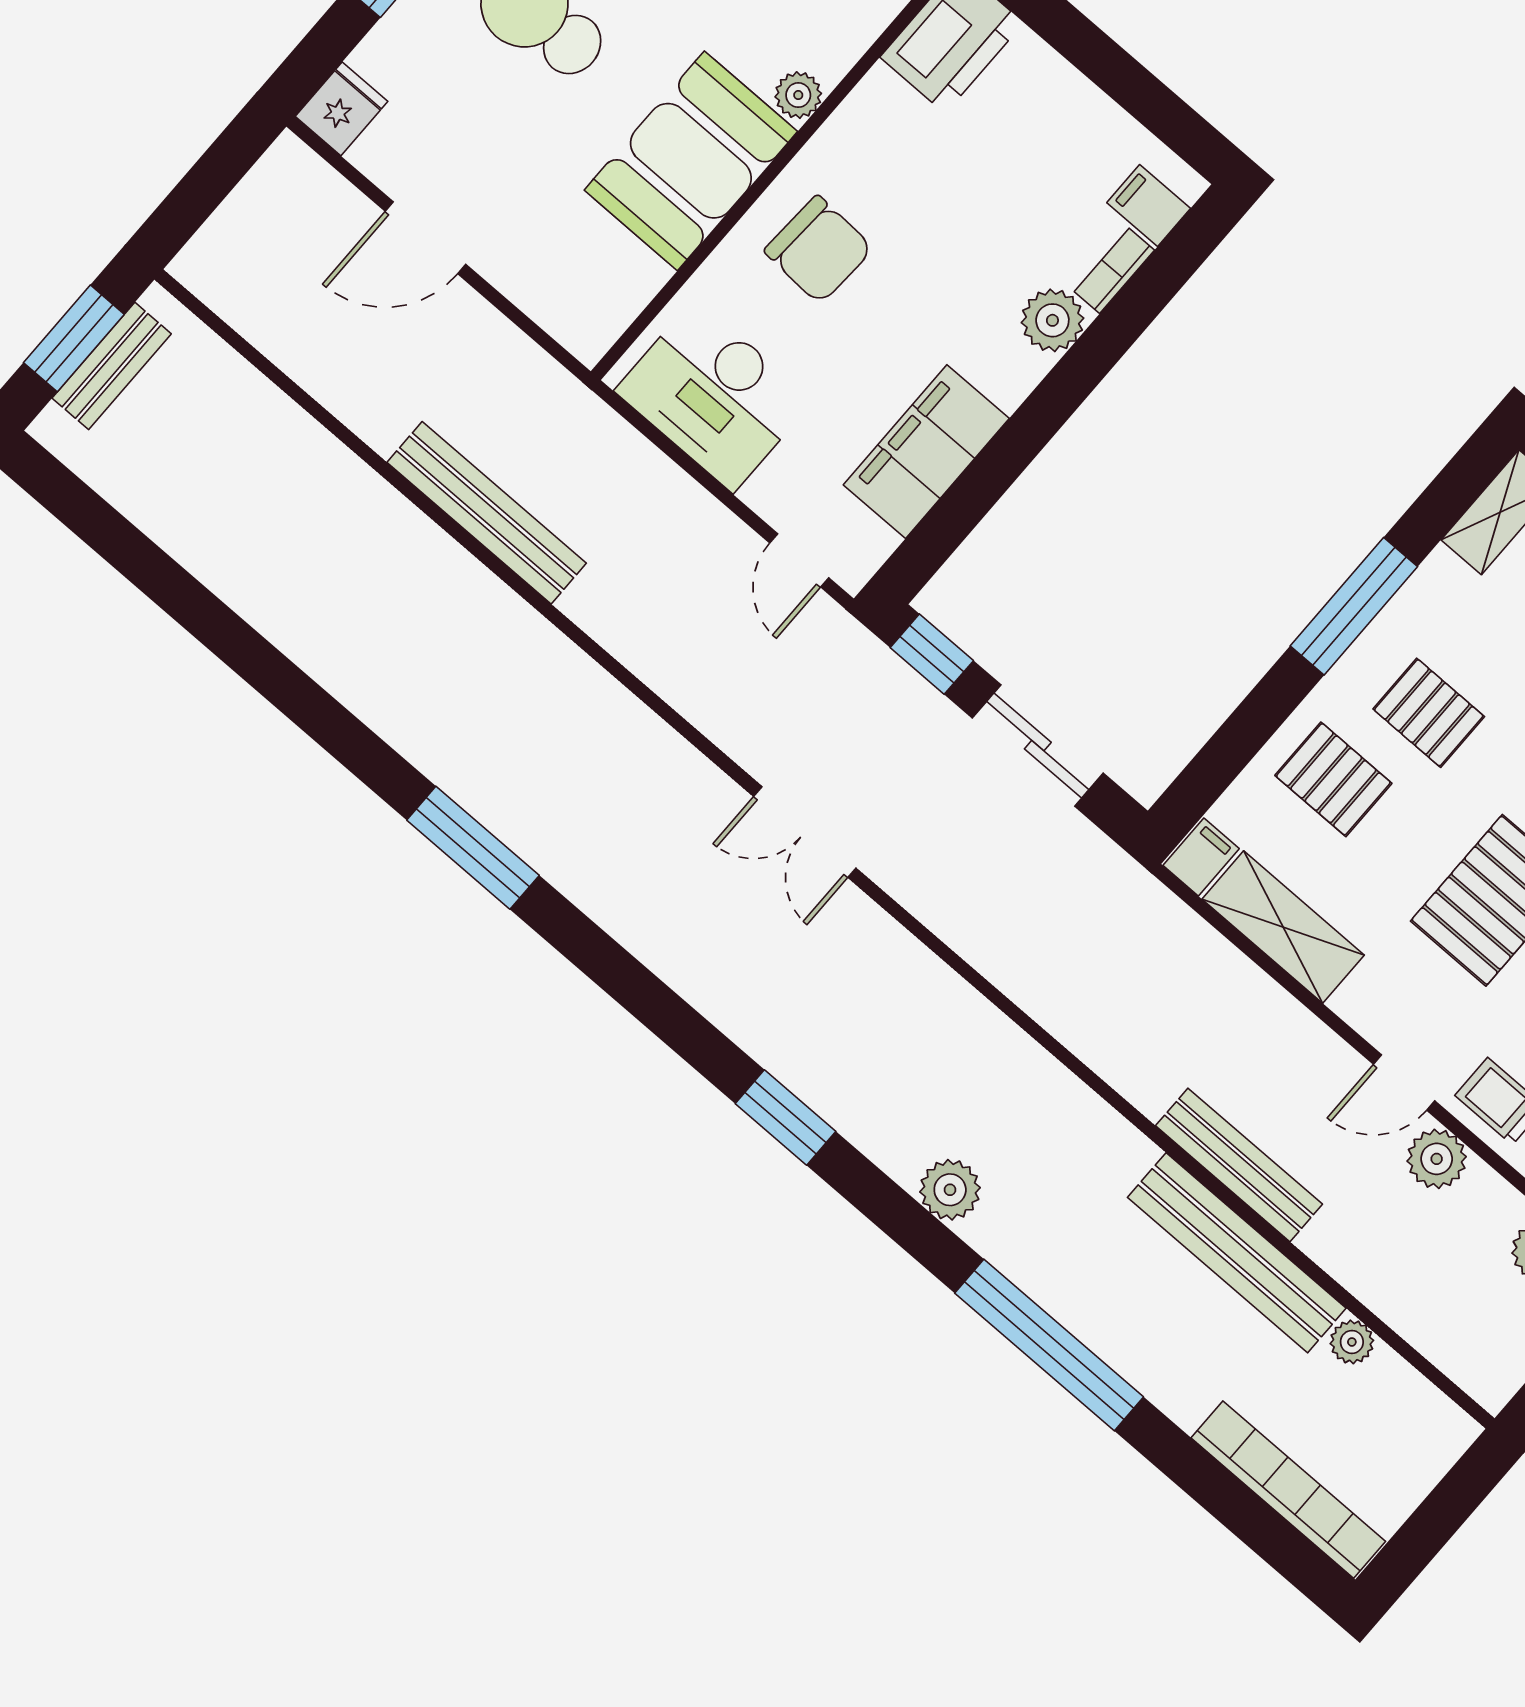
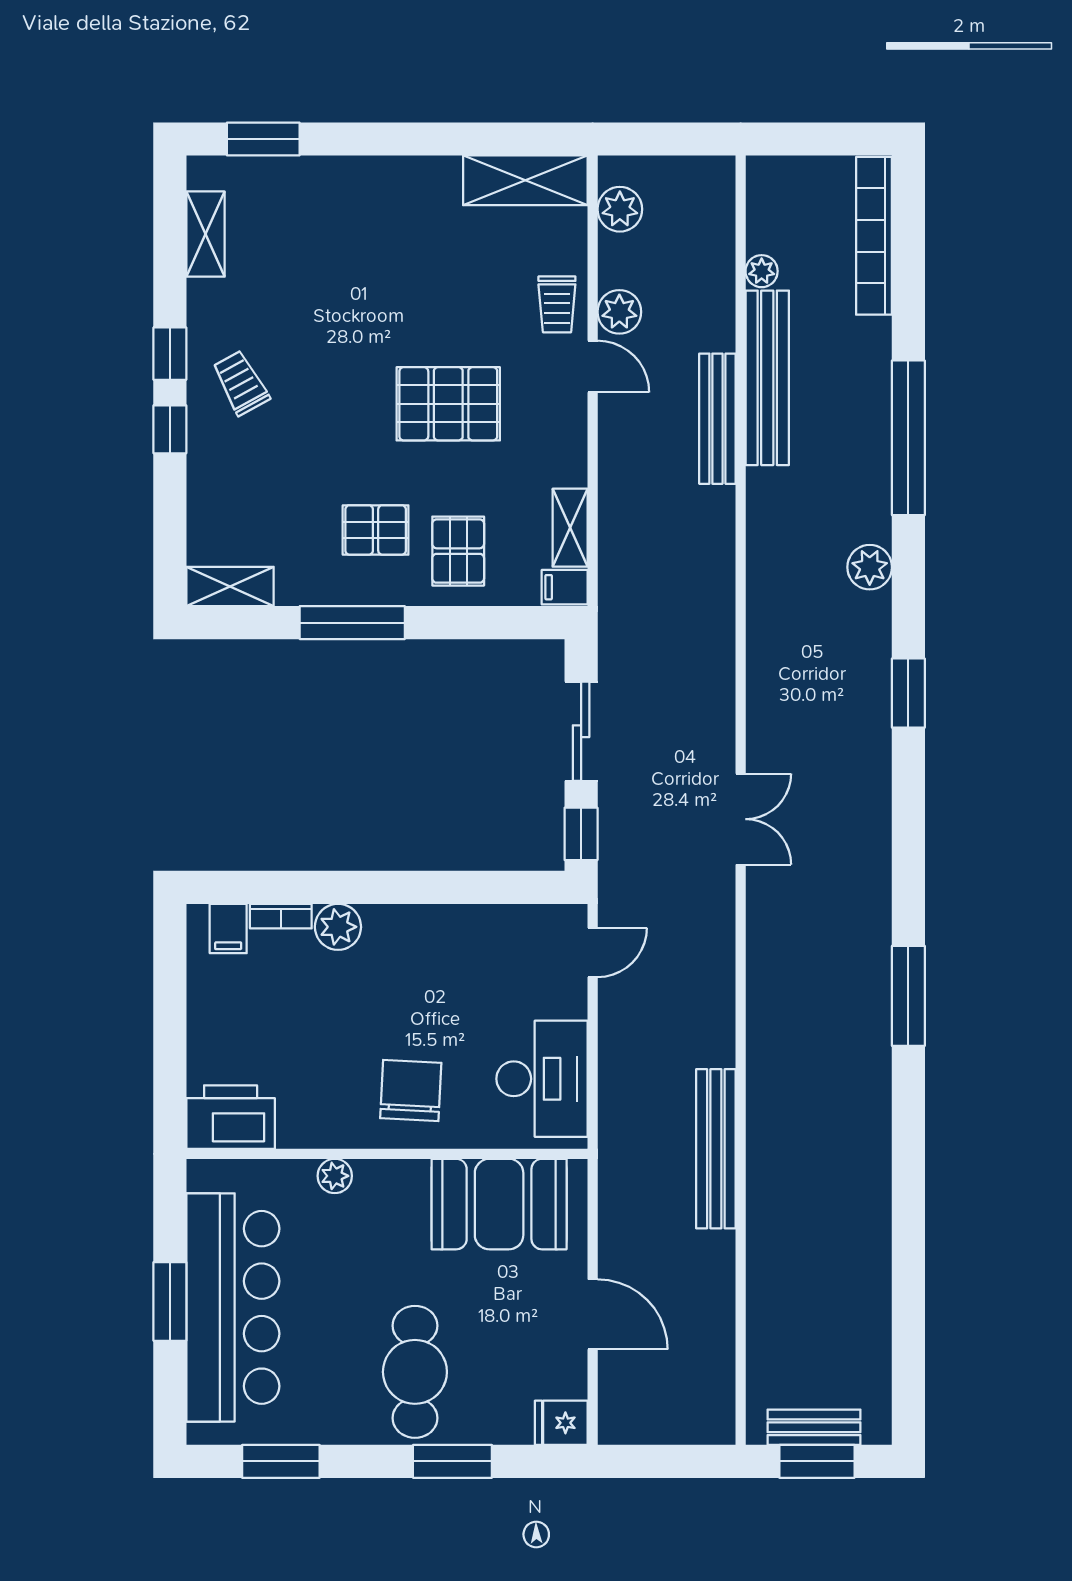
booth: (691, 161) -> (499, 1204), moved
filing cabinet: (926, 452) -> (471, 934), removed
pallet: (1429, 713) -> (376, 530), turned 90
shelving: (1283, 927) -> (570, 528), width x0.67, depth x0.75

